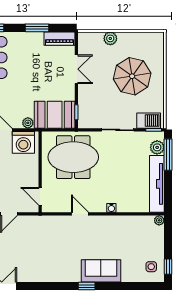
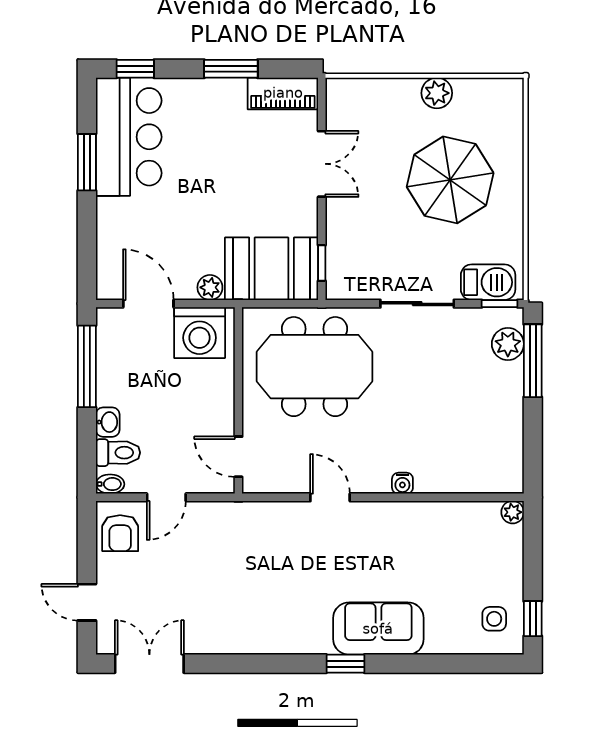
plant: (110, 38) -> (437, 93), moved
tv unit: (157, 184) -> (507, 428), removed

